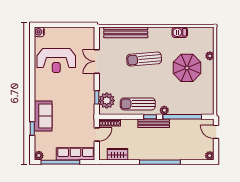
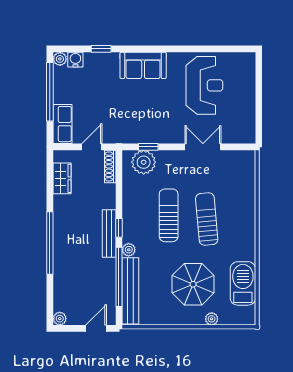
water cooler: (39, 32) -> (75, 60), moved
bench: (126, 32) -> (130, 291), moved
barbecue: (180, 32) -> (243, 283), width x1.88, depth x1.53
reception desk: (56, 61) -> (204, 85), turned 180
sun lounger: (138, 104) -> (169, 215), moved
sofa: (43, 116) -> (143, 65), moved
door: (97, 134) -> (92, 147), swing flipped
row of seats: (75, 154) -> (62, 124), width x0.68

